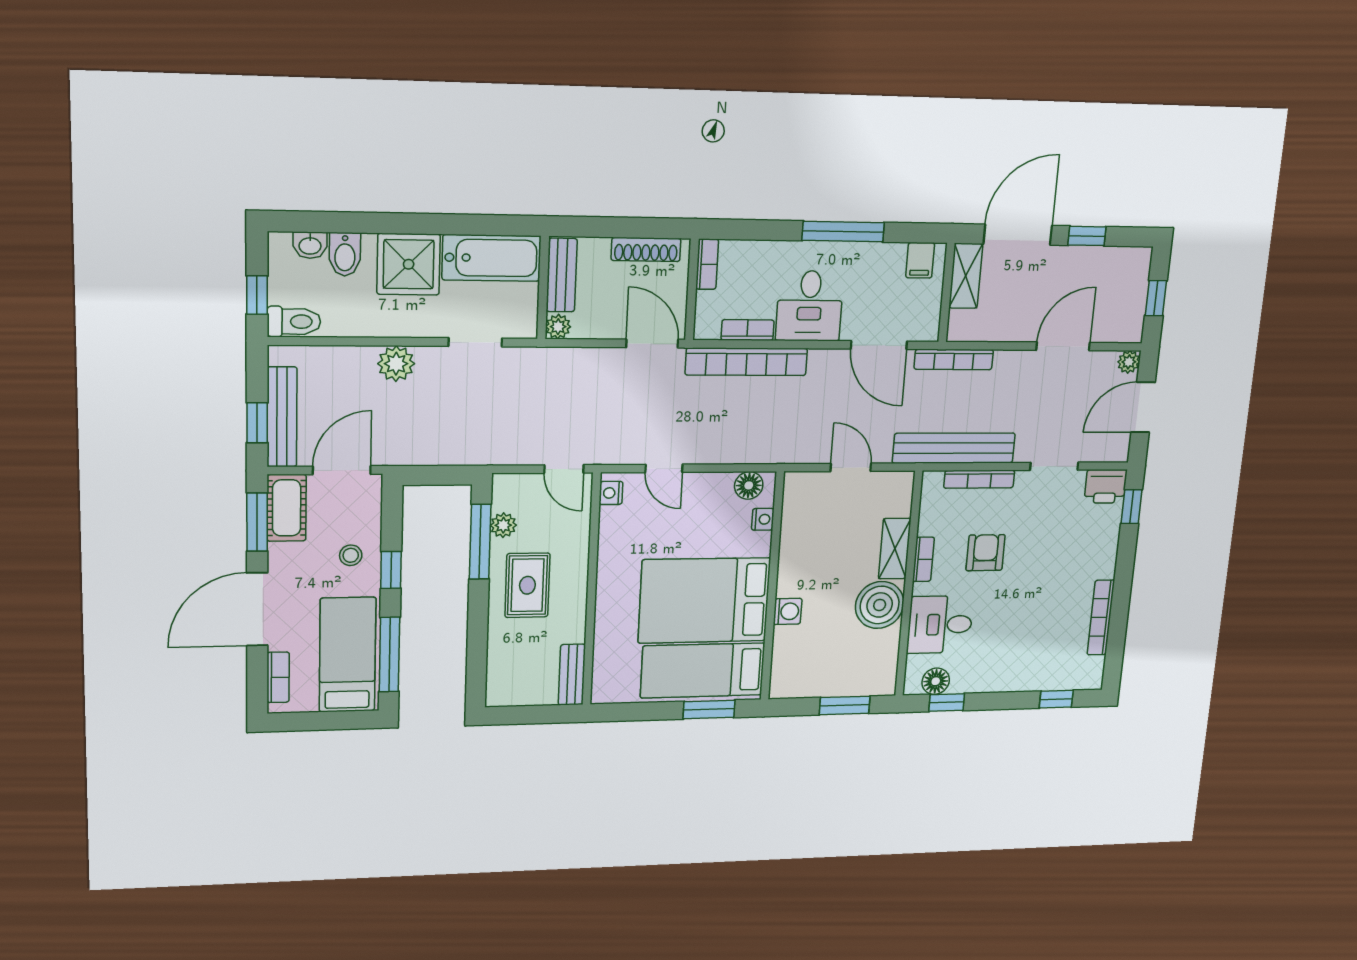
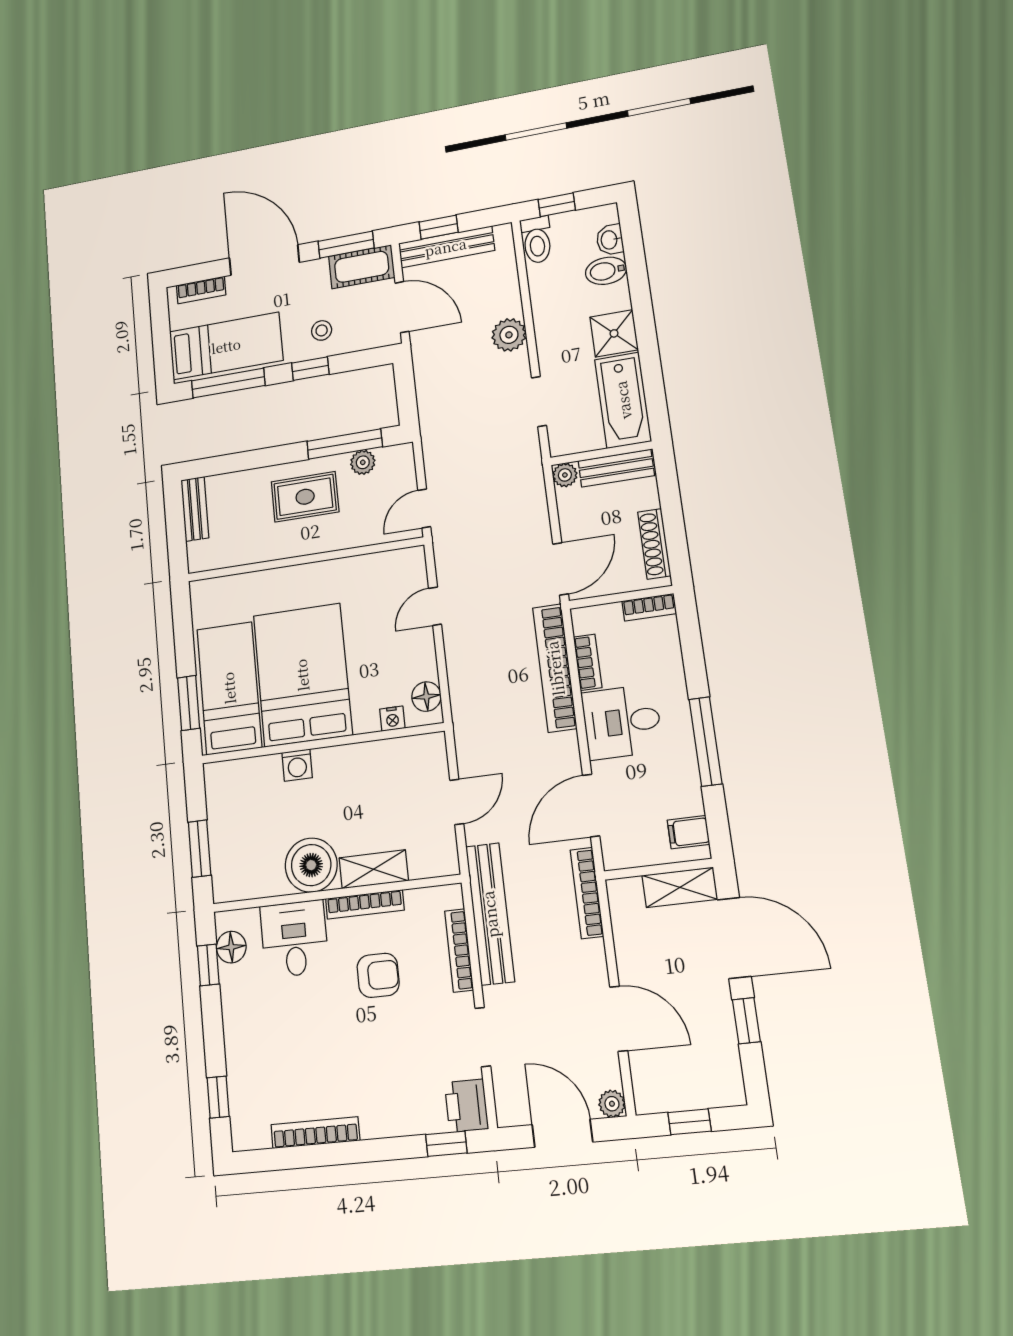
shower: (409, 264) -> (614, 333), width x0.73, depth x0.73
nightstand: (611, 493) -> (405, 559), removed
bookcase: (923, 559) -> (365, 904), width x1.56
bench: (572, 675) -> (195, 509), moved, turned 90

